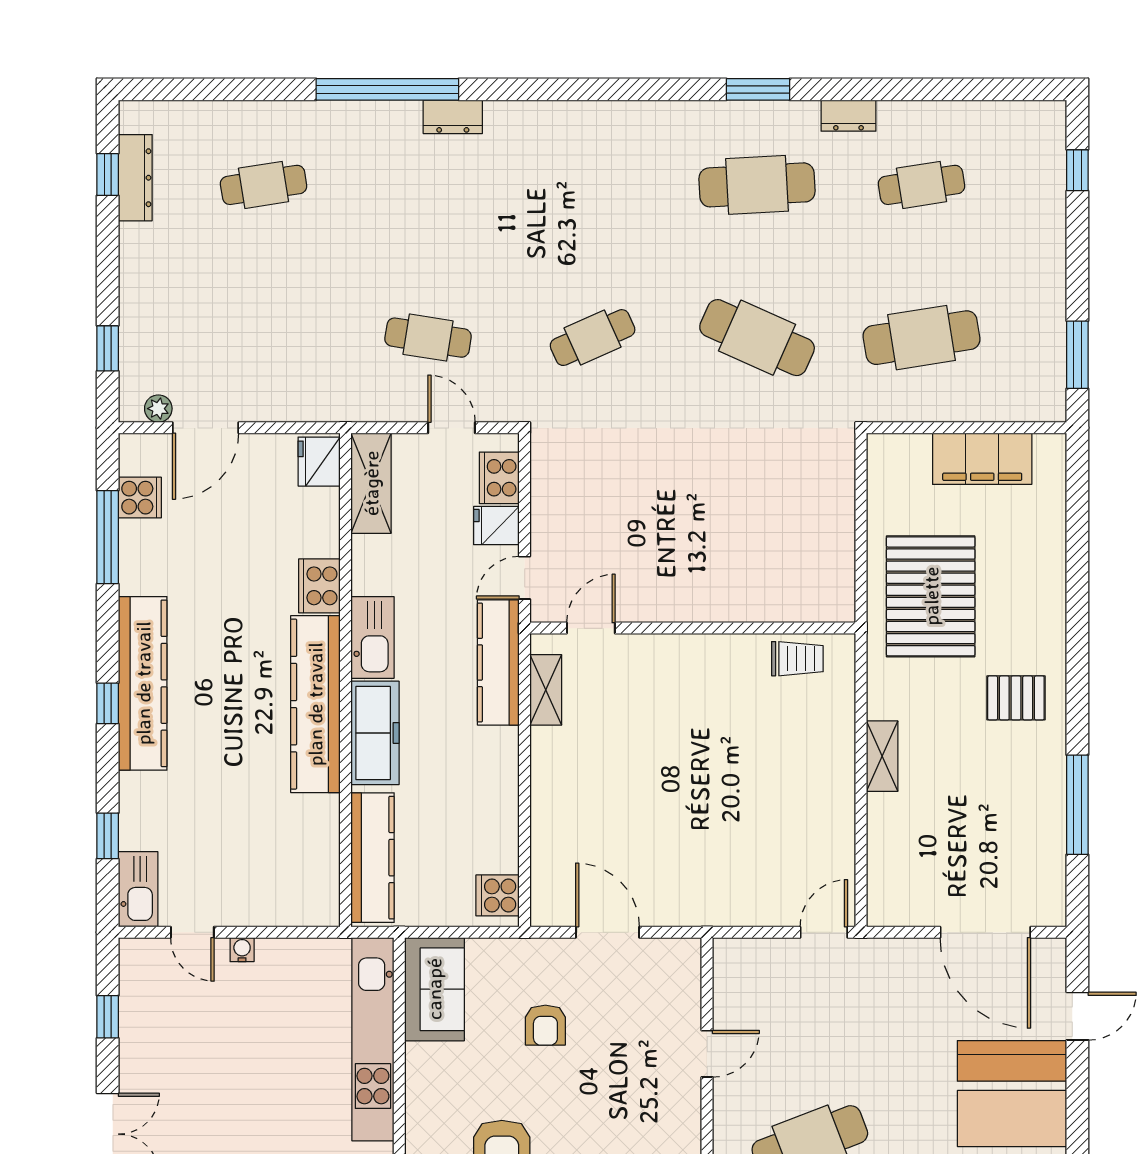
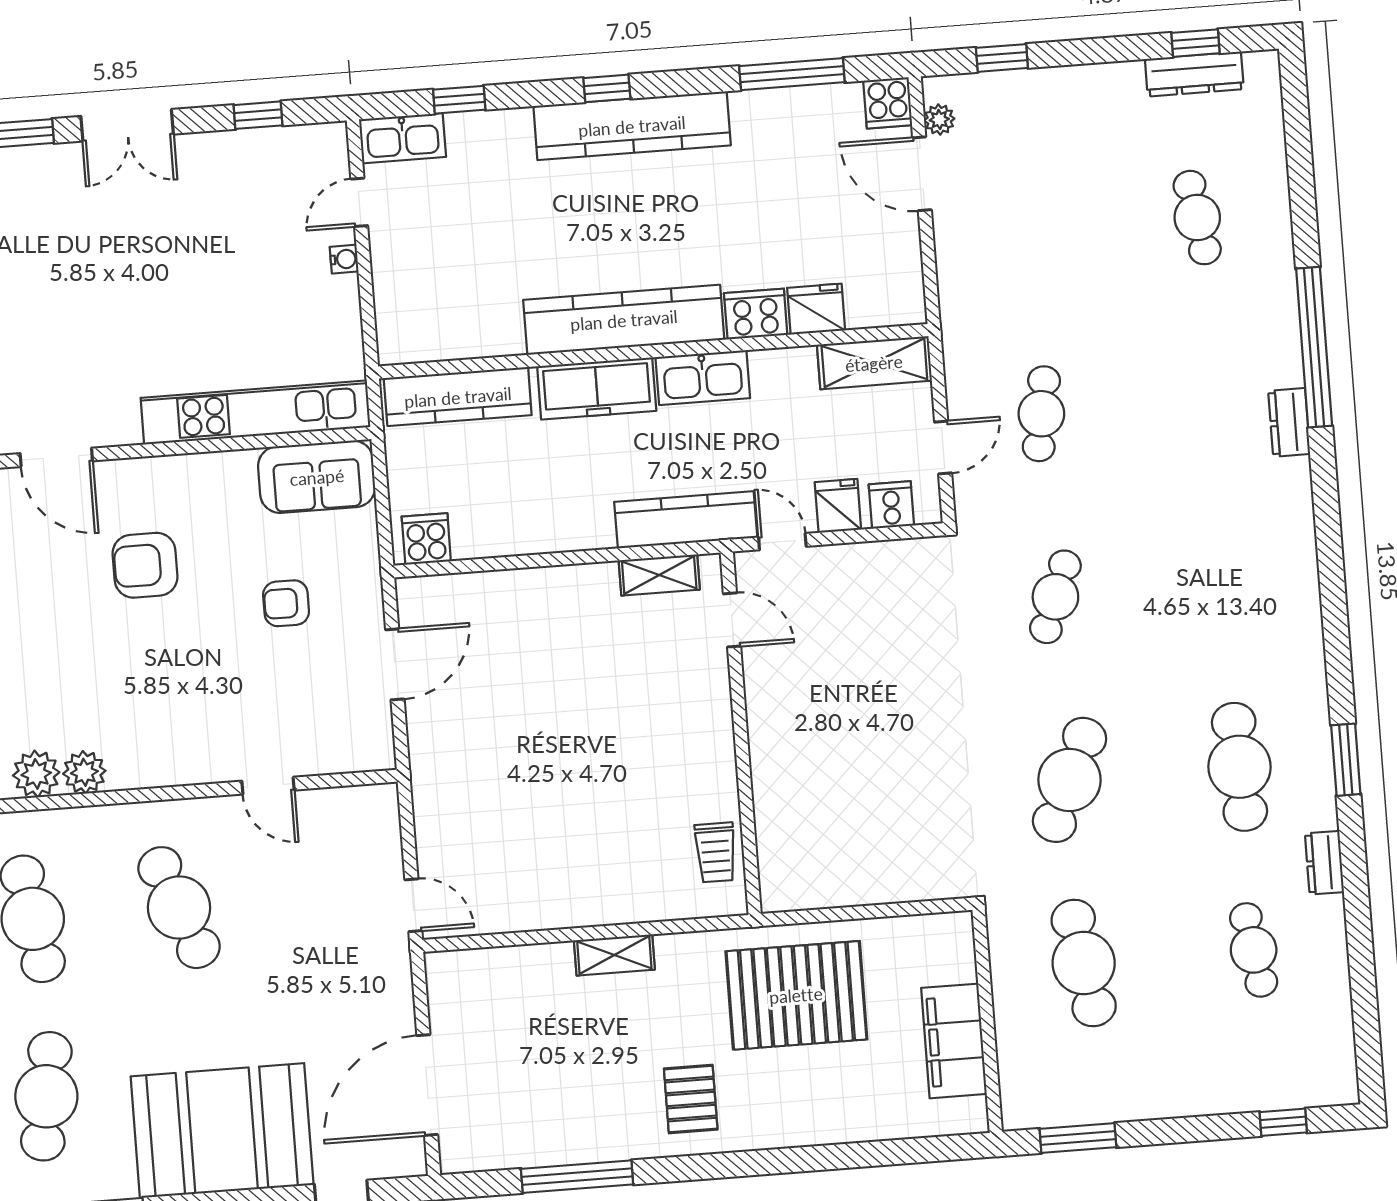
cafe table: (593, 338) -> (1055, 597), turned 45
fridge: (319, 462) -> (816, 309), moved
cooker: (499, 478) -> (891, 505), width x0.73
cooker: (140, 498) -> (888, 103), moved

